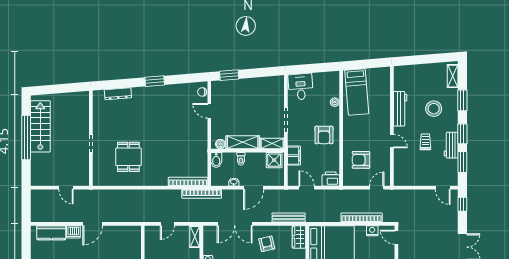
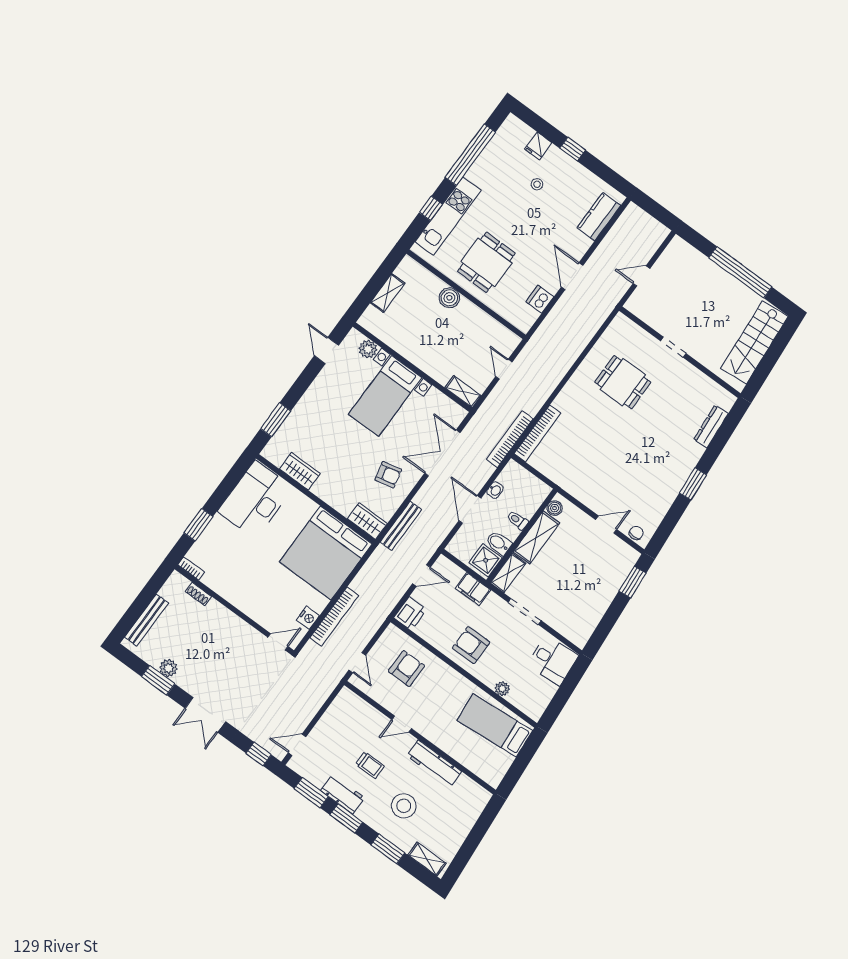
stairs: (40, 126) -> (755, 342), moved, turned 85
bidet: (216, 160) -> (499, 543), moved
dishwasher: (73, 232) -> (540, 299), moved

